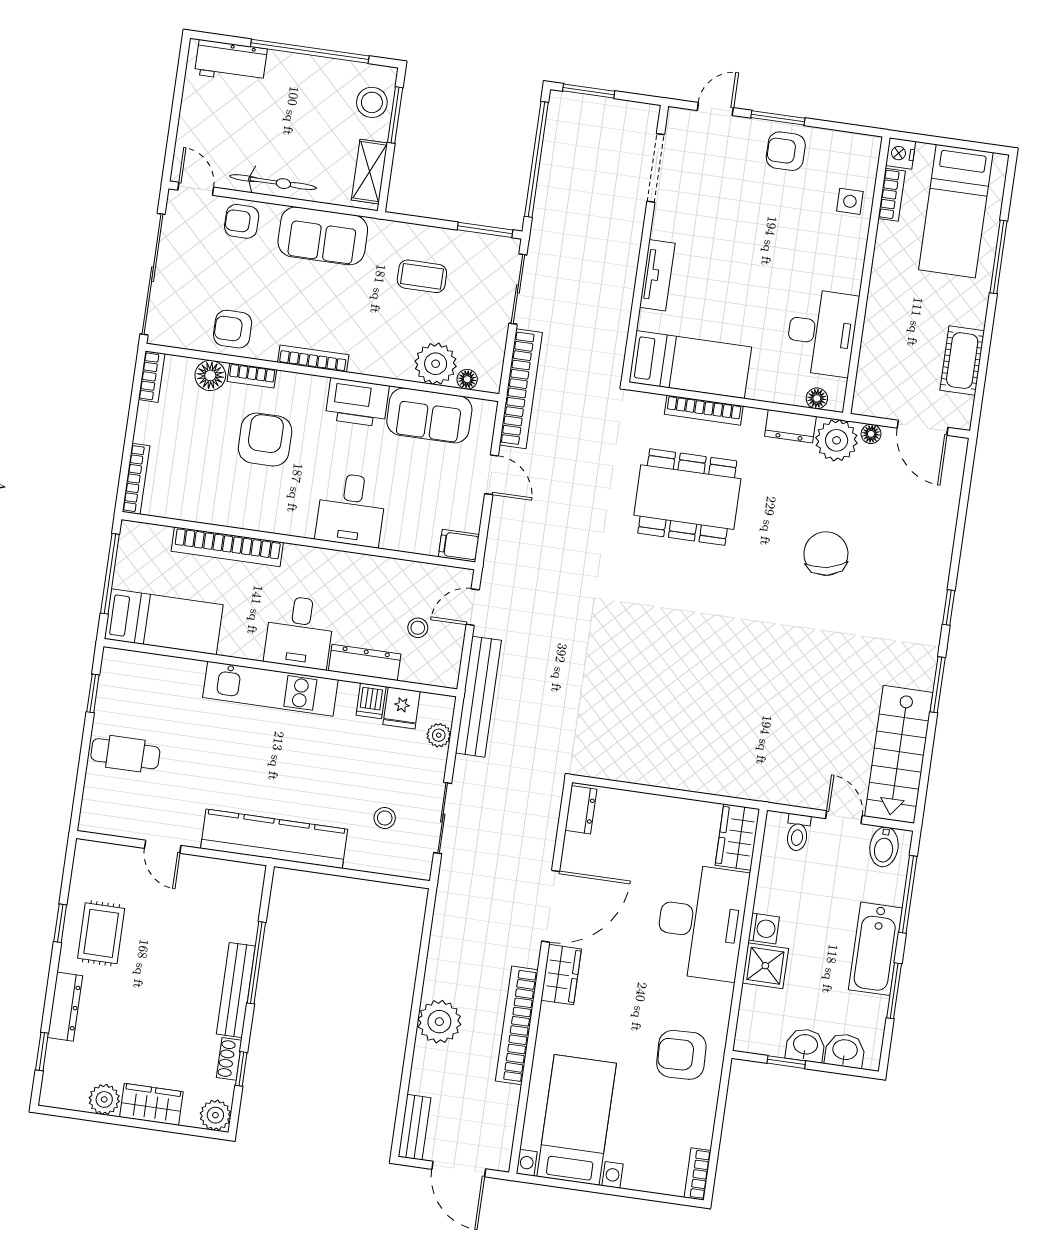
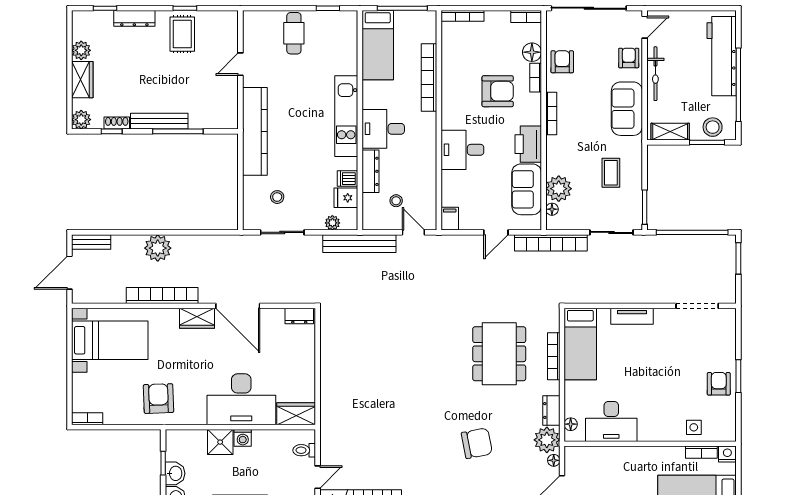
workbench: (231, 62) -> (722, 56), width x1.88, depth x1.32
door: (715, 109) -> (738, 337), removed
rug: (101, 933) -> (182, 34), turned 90

